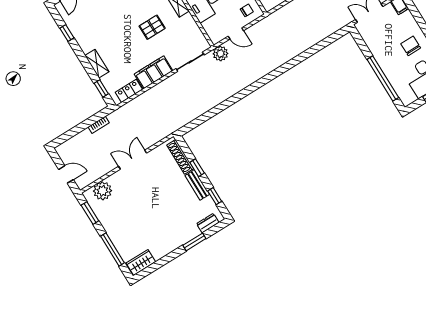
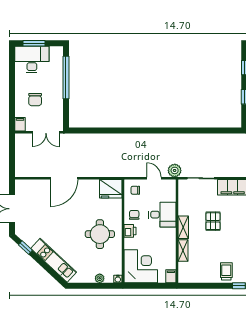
pallet: (152, 27) -> (213, 221), turned 90
chair: (411, 46) -> (35, 100), moved

